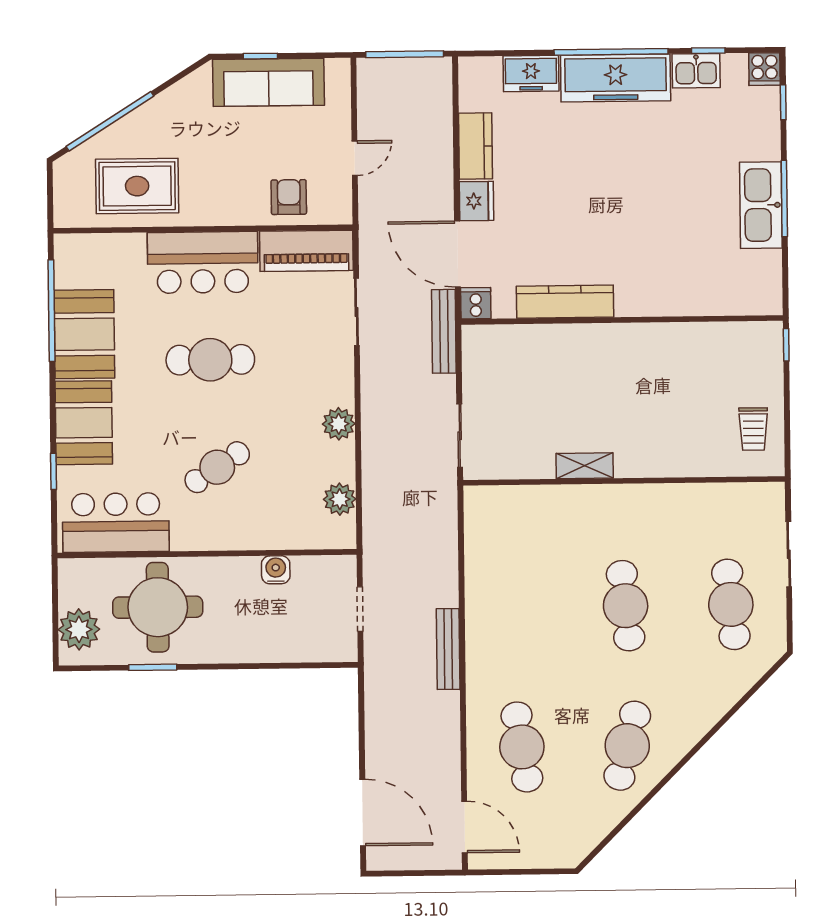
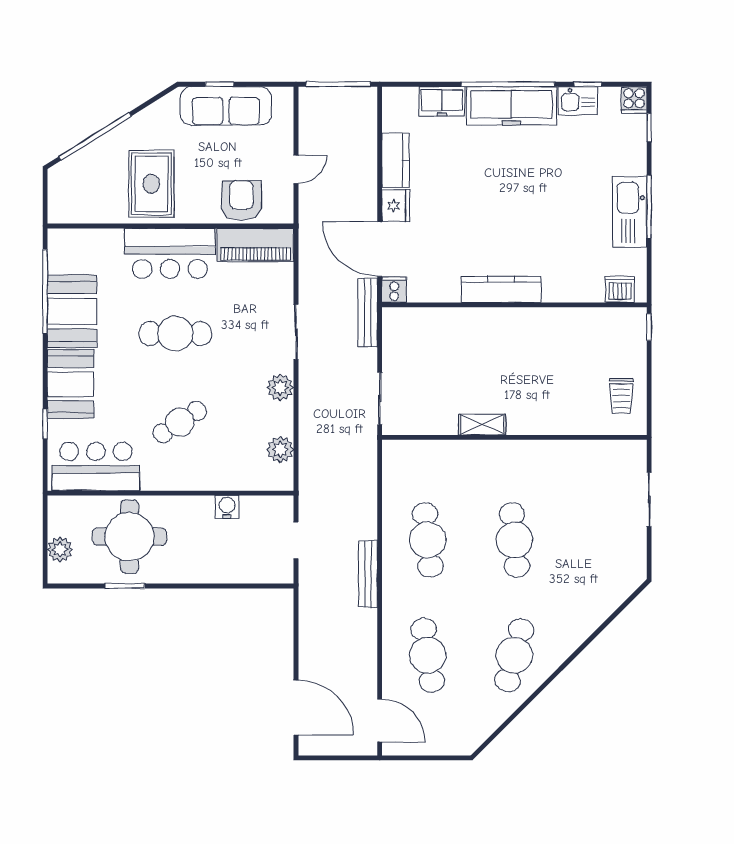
rug: (137, 186) -> (151, 184), moved, turned 90
armchair: (289, 197) -> (241, 201), width x1.38, depth x1.38
dishwasher: (750, 299) -> (620, 289), added
kitchen counter: (565, 302) -> (501, 289), moved
sliding door: (357, 312) -> (296, 332), moved
cafe table: (731, 604) -> (428, 540), moved
plant: (79, 629) -> (60, 550), width x0.73, depth x0.73

